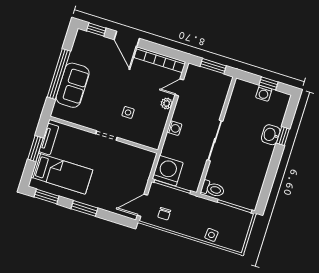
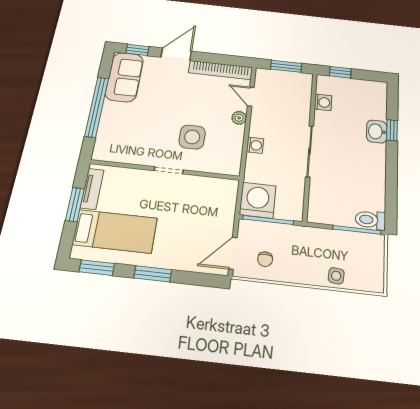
door: (127, 39) -> (176, 54), swing flipped
window: (268, 83) -> (340, 72), moved
sofa: (73, 85) -> (124, 77), moved
door: (179, 87) -> (251, 97), hinge flipped
washing machine: (264, 93) -> (323, 102), moved, turned -90
side table: (128, 112) -> (192, 137), width x1.87, depth x1.87
toilet: (213, 189) -> (370, 220), moved, turned 180

